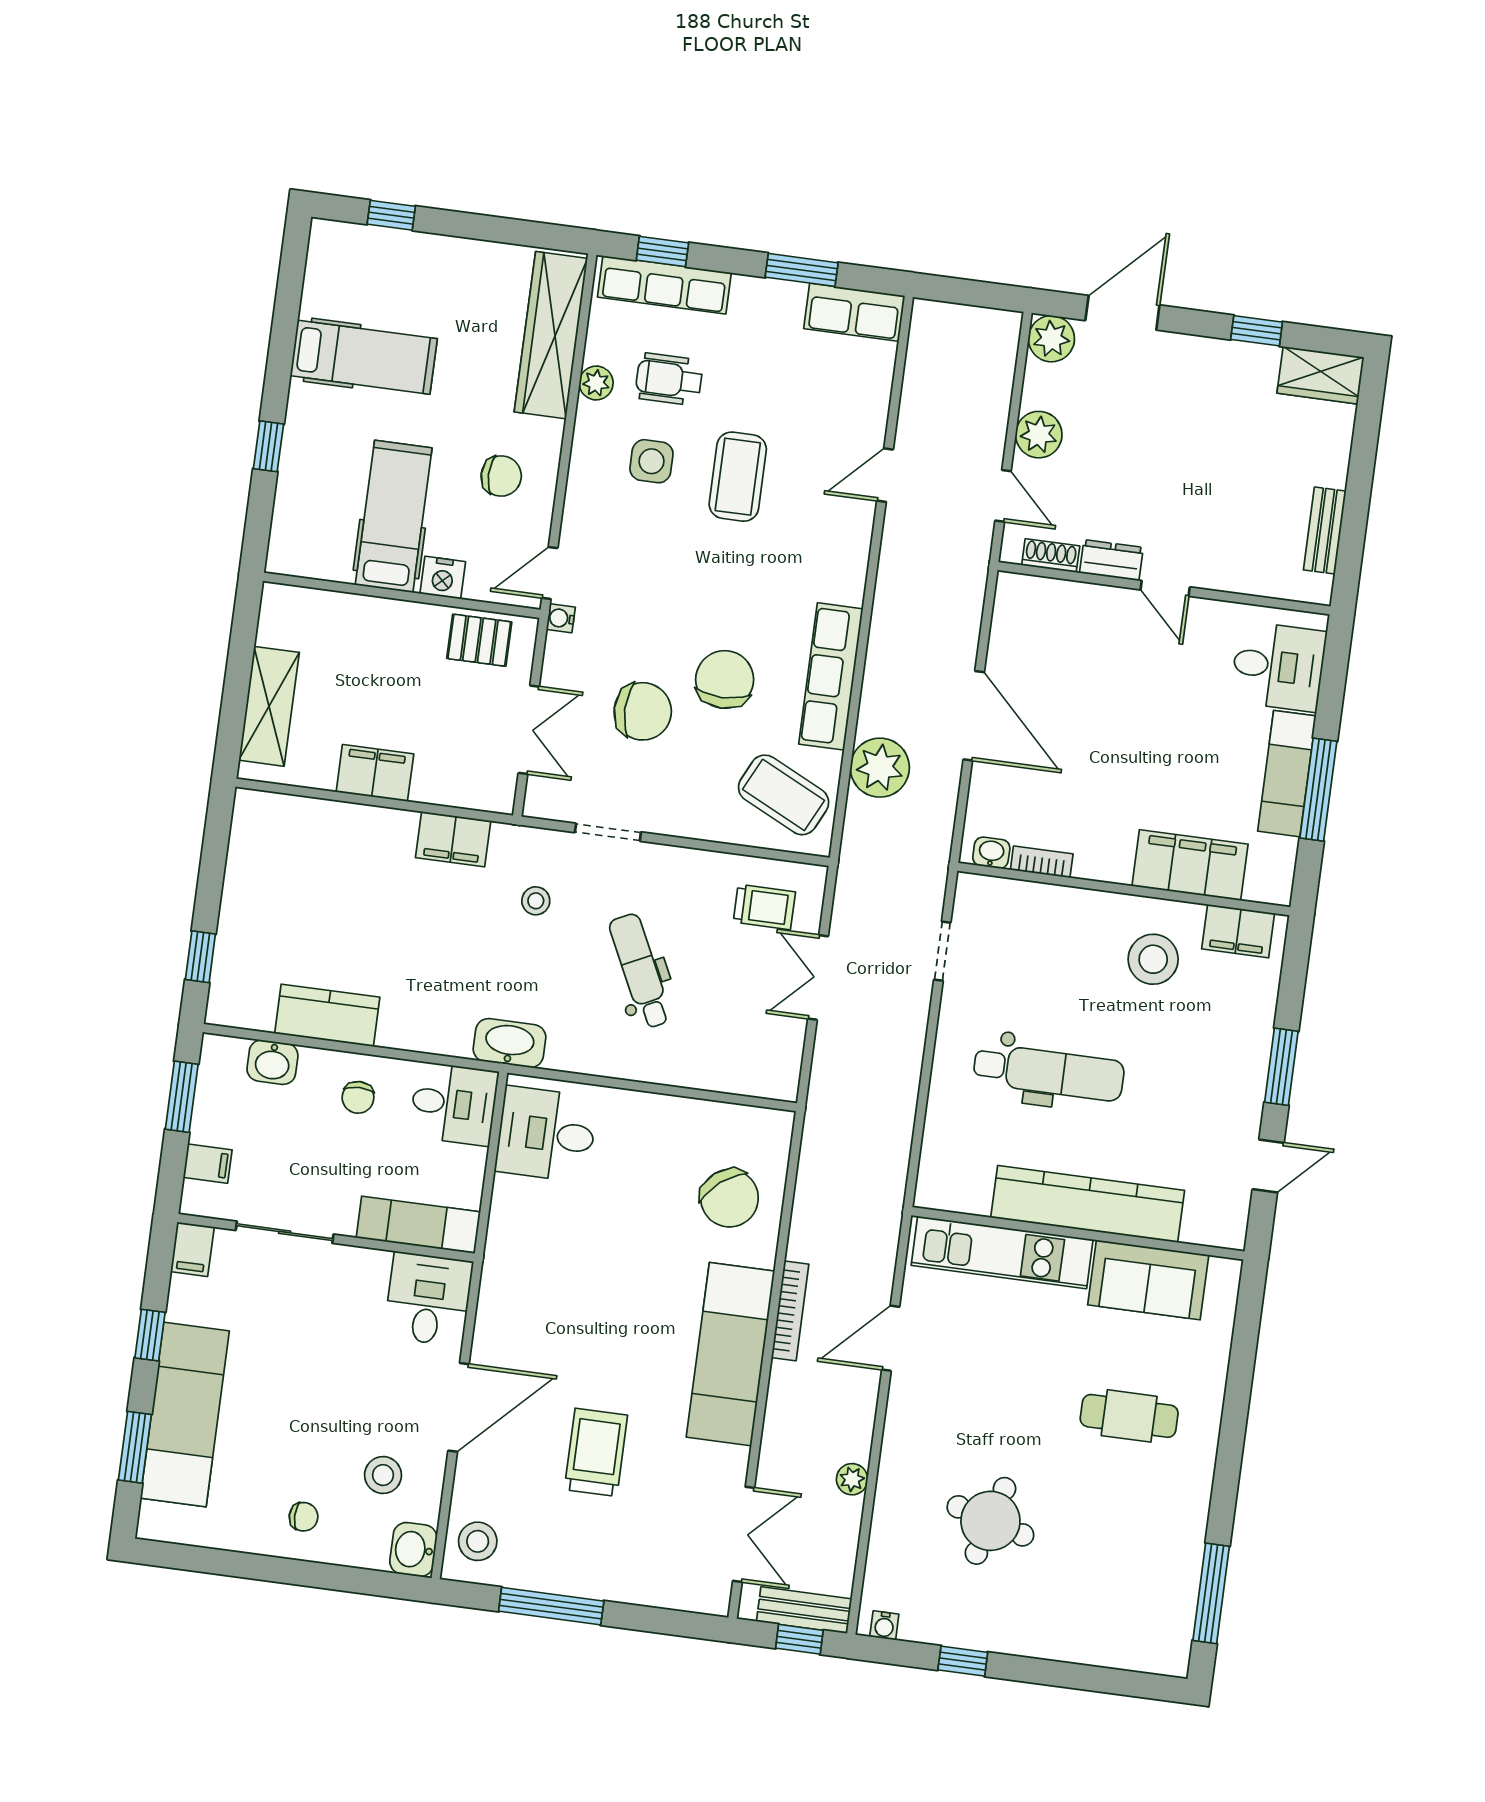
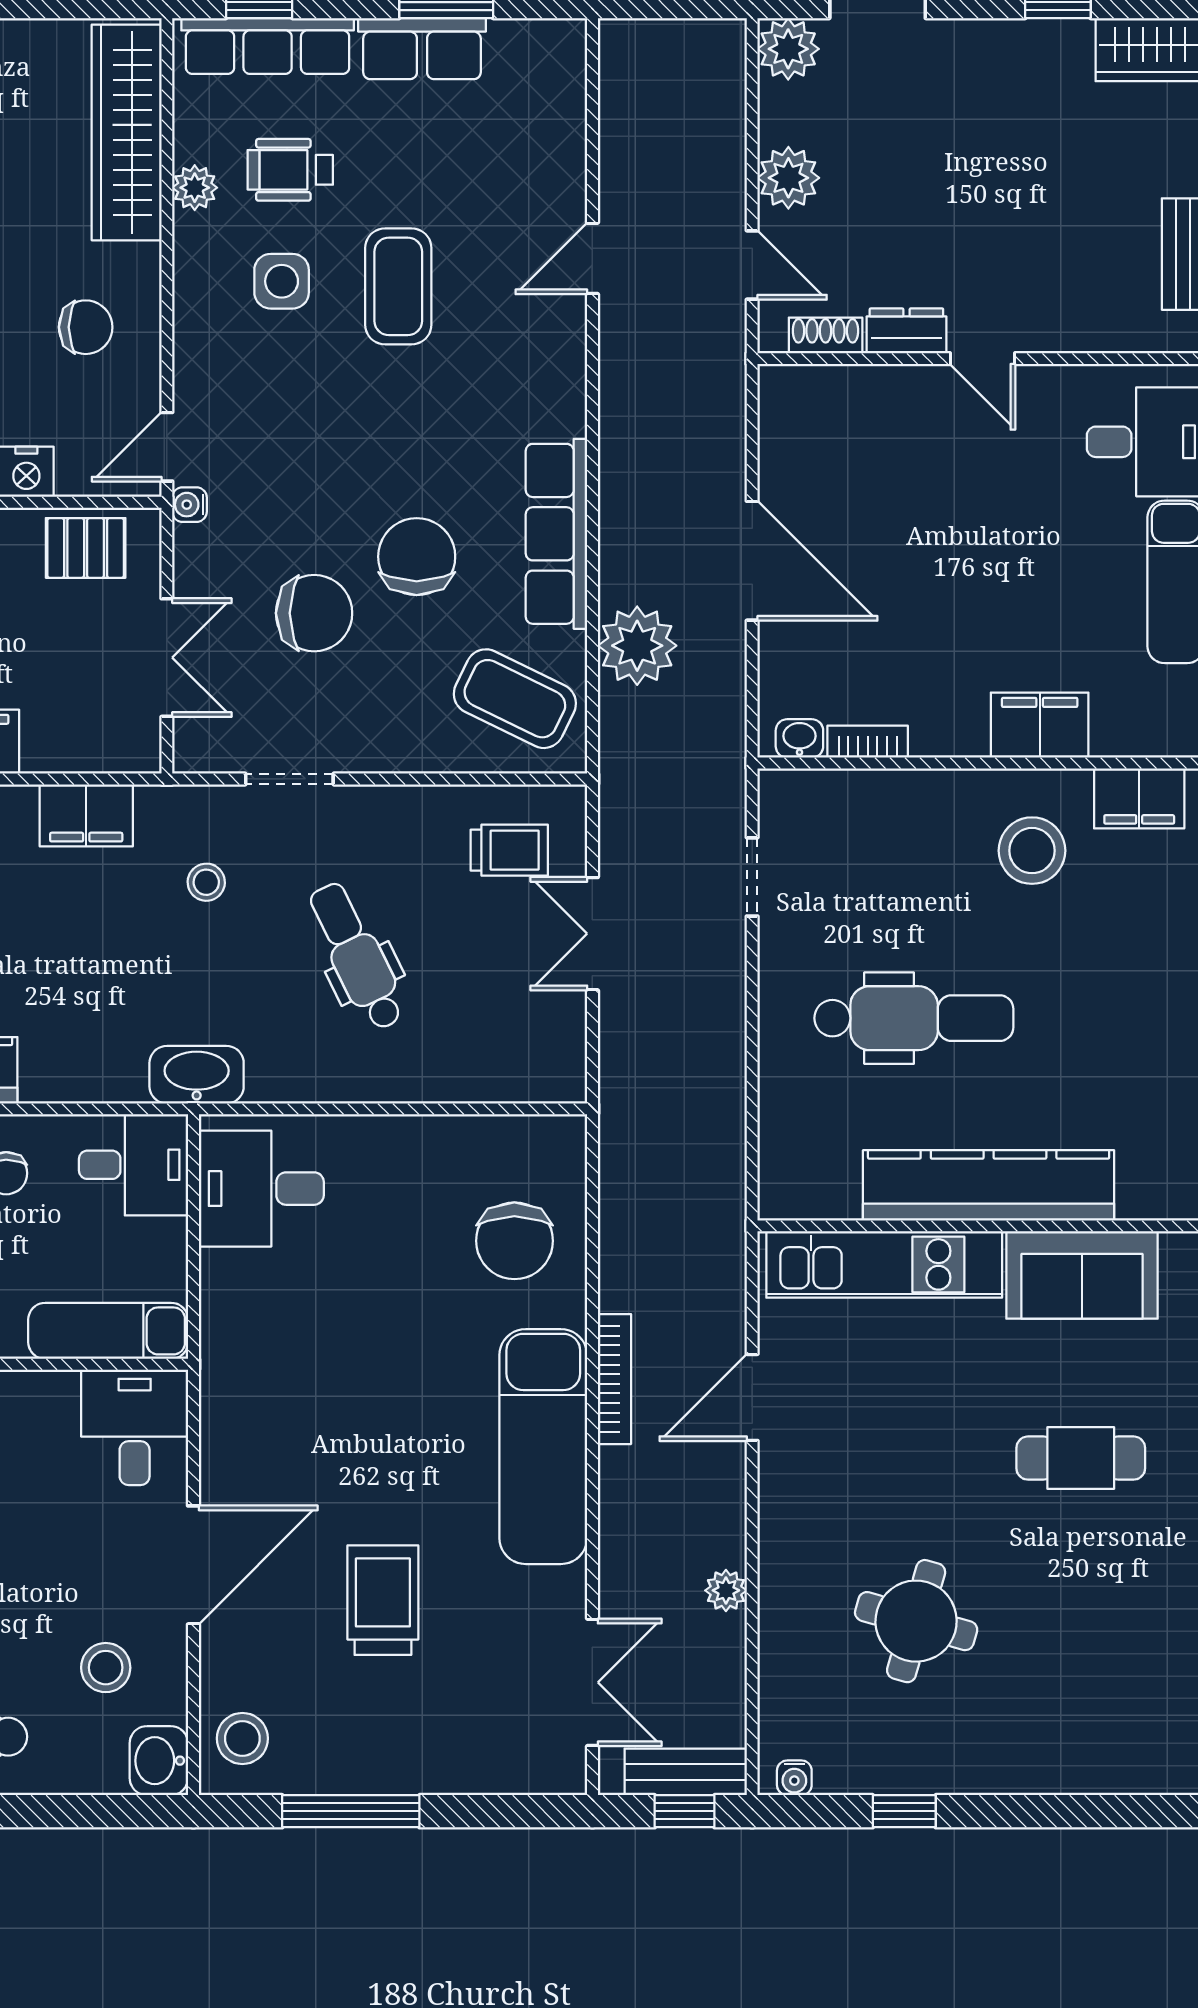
row of seats: (854, 312) -> (422, 49), moved
filing cabinet: (1190, 865) -> (1040, 725), width x0.67, depth x0.86
chair: (729, 1198) -> (514, 1241), turned 39

